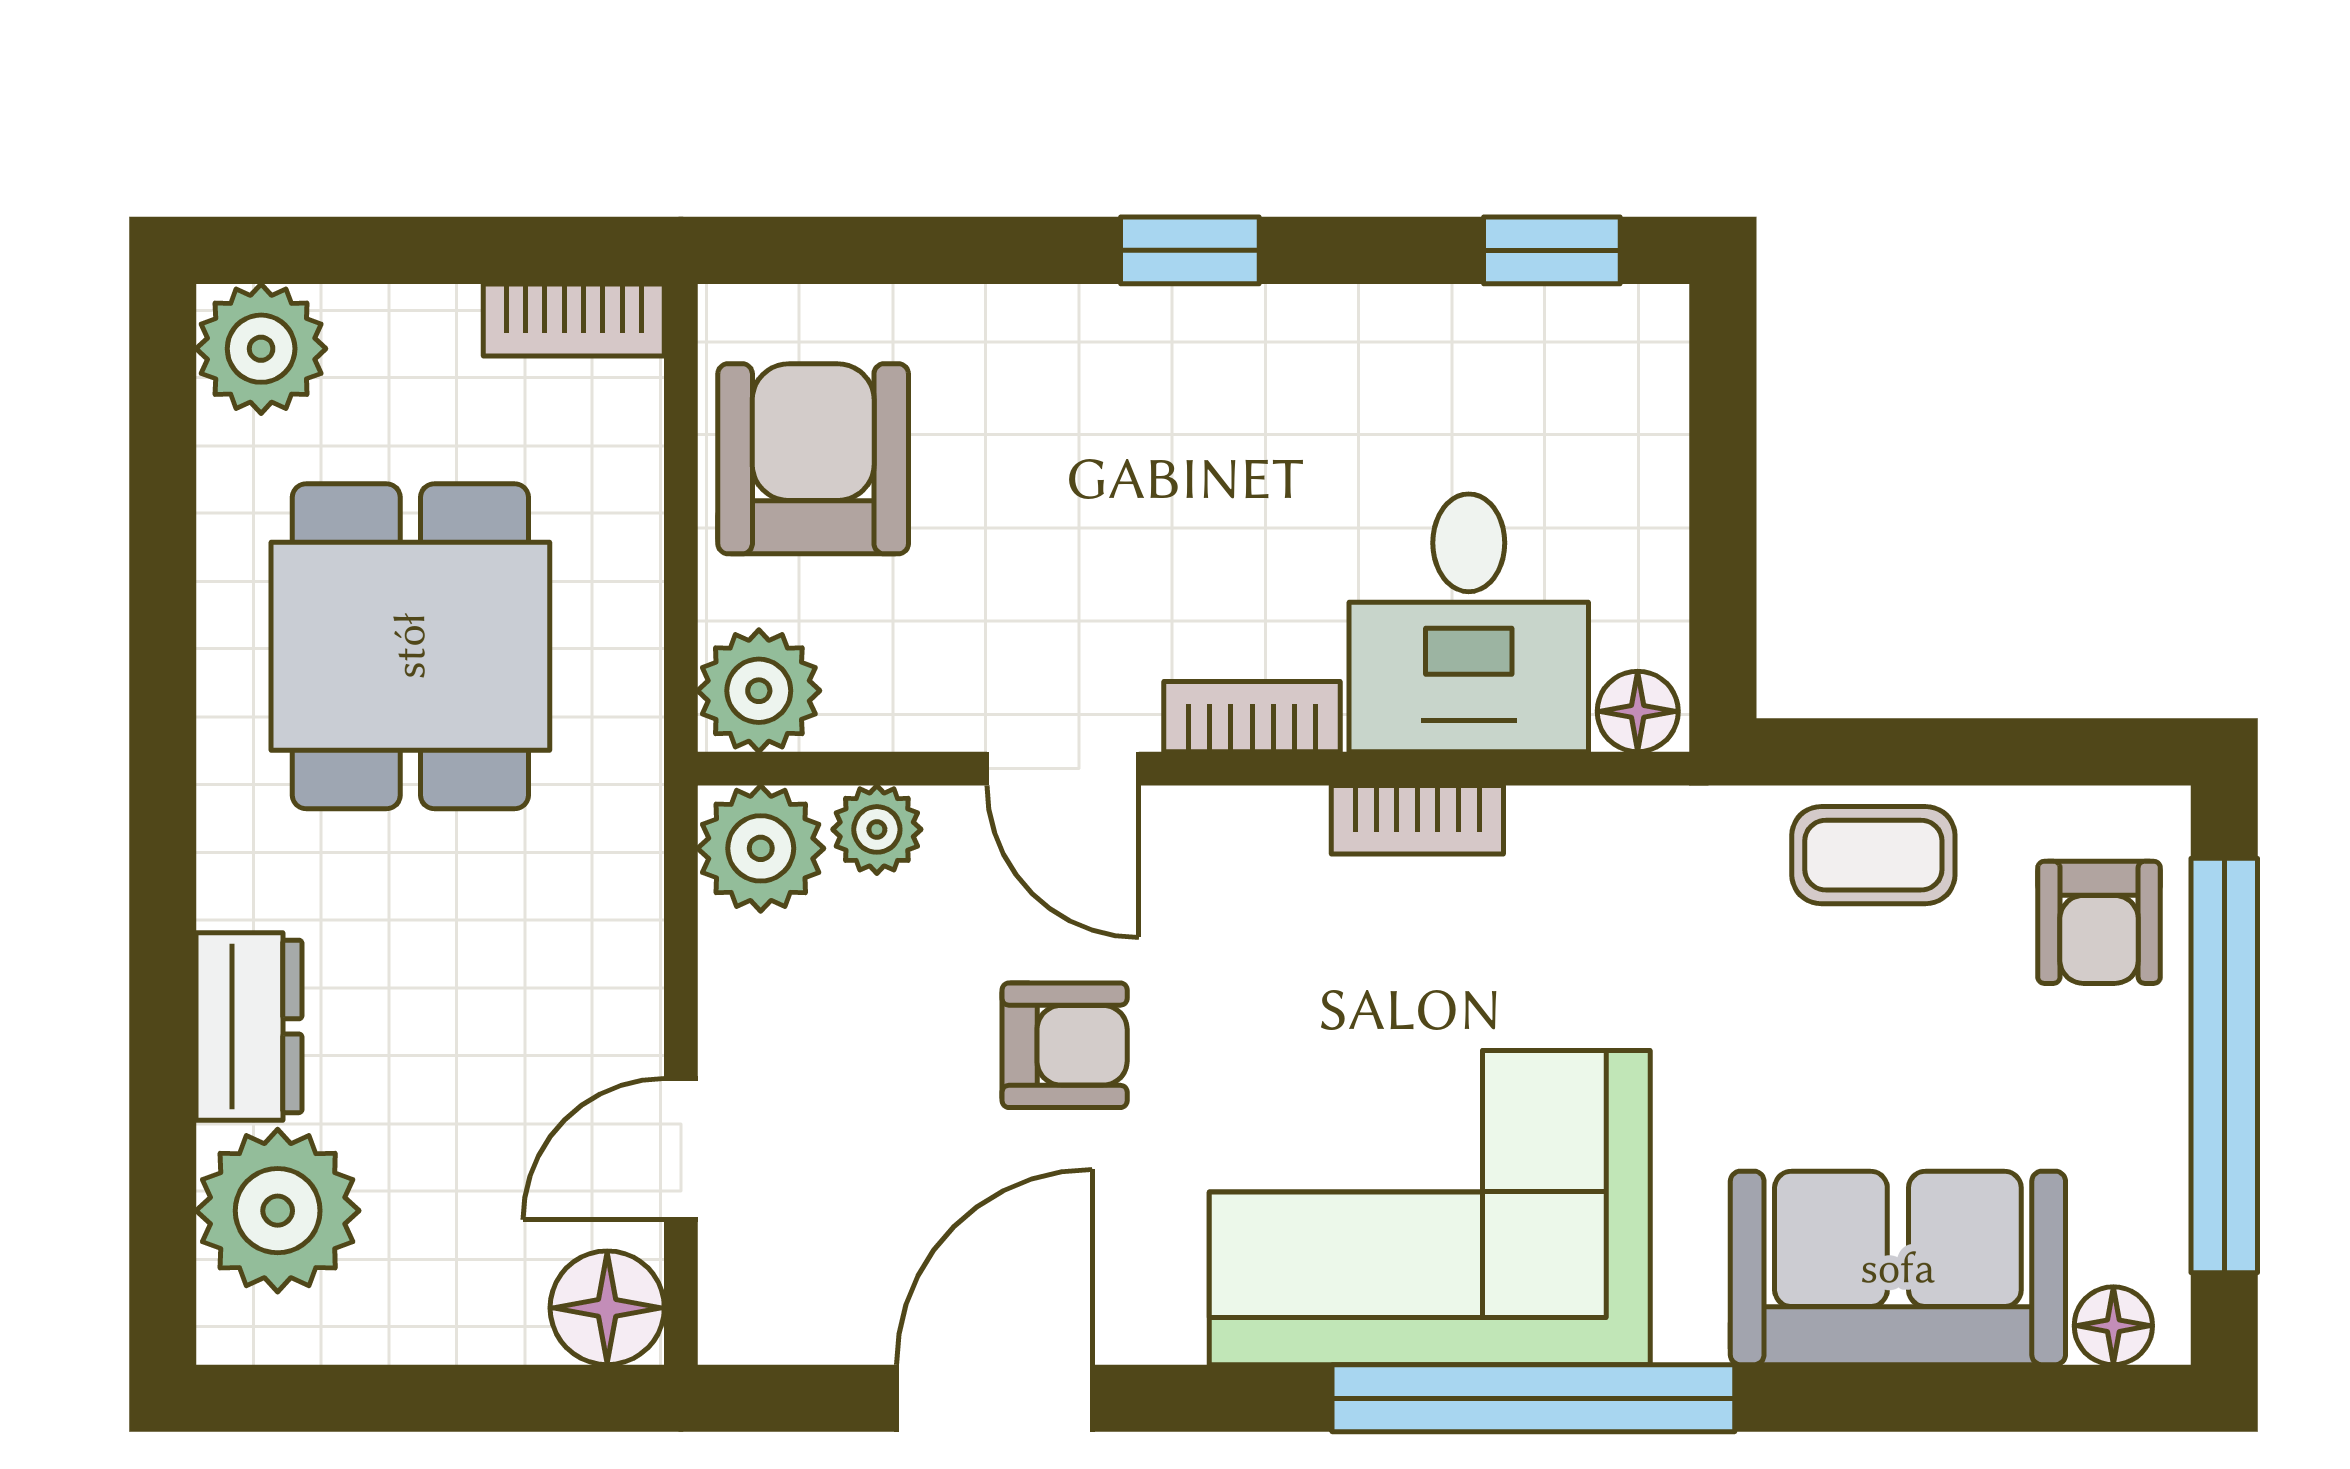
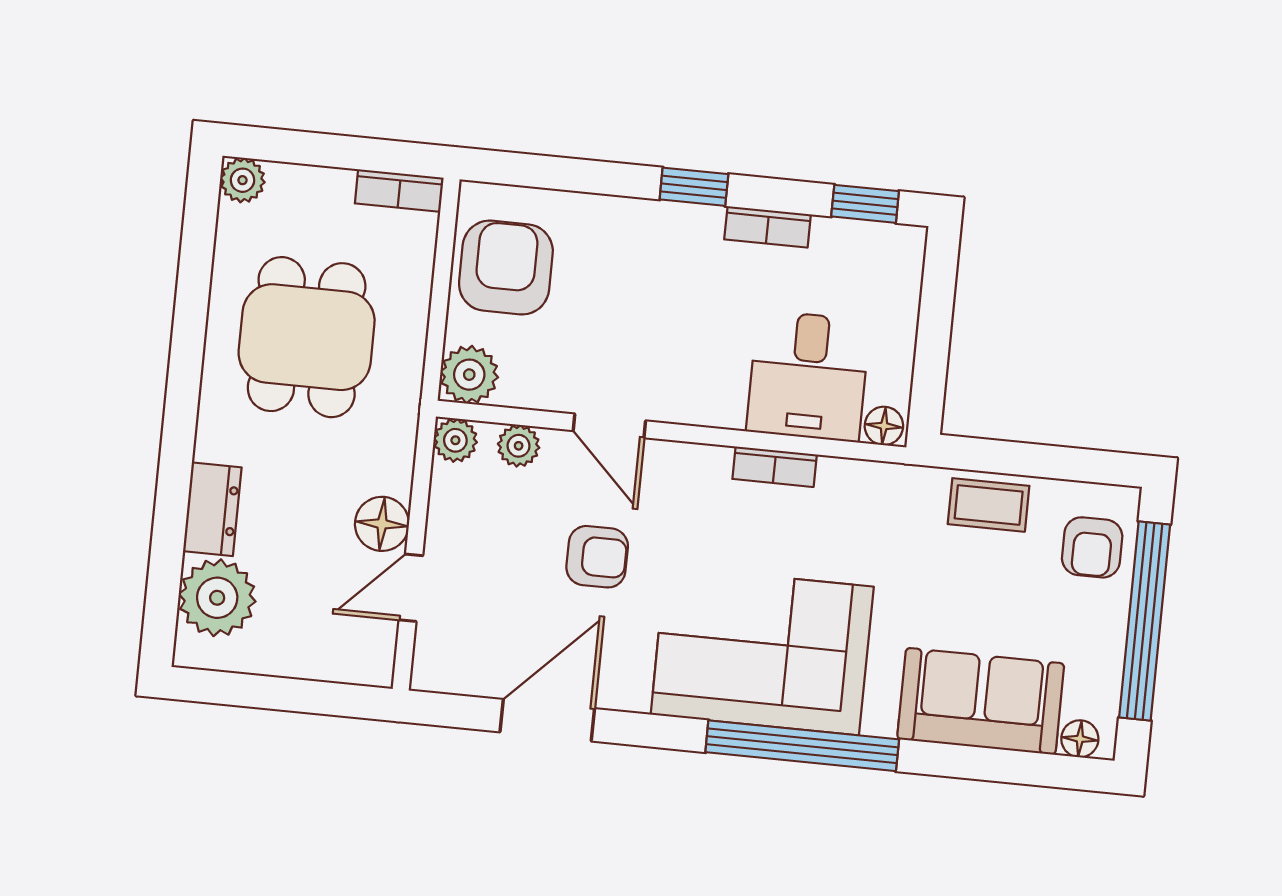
plant: (261, 349) -> (242, 180), width x0.73, depth x0.73
bookcase: (1252, 717) -> (768, 227), moved, turned 180
plant: (761, 848) -> (455, 440), width x0.73, depth x0.73
floor lamp: (607, 1308) -> (382, 524), moved

